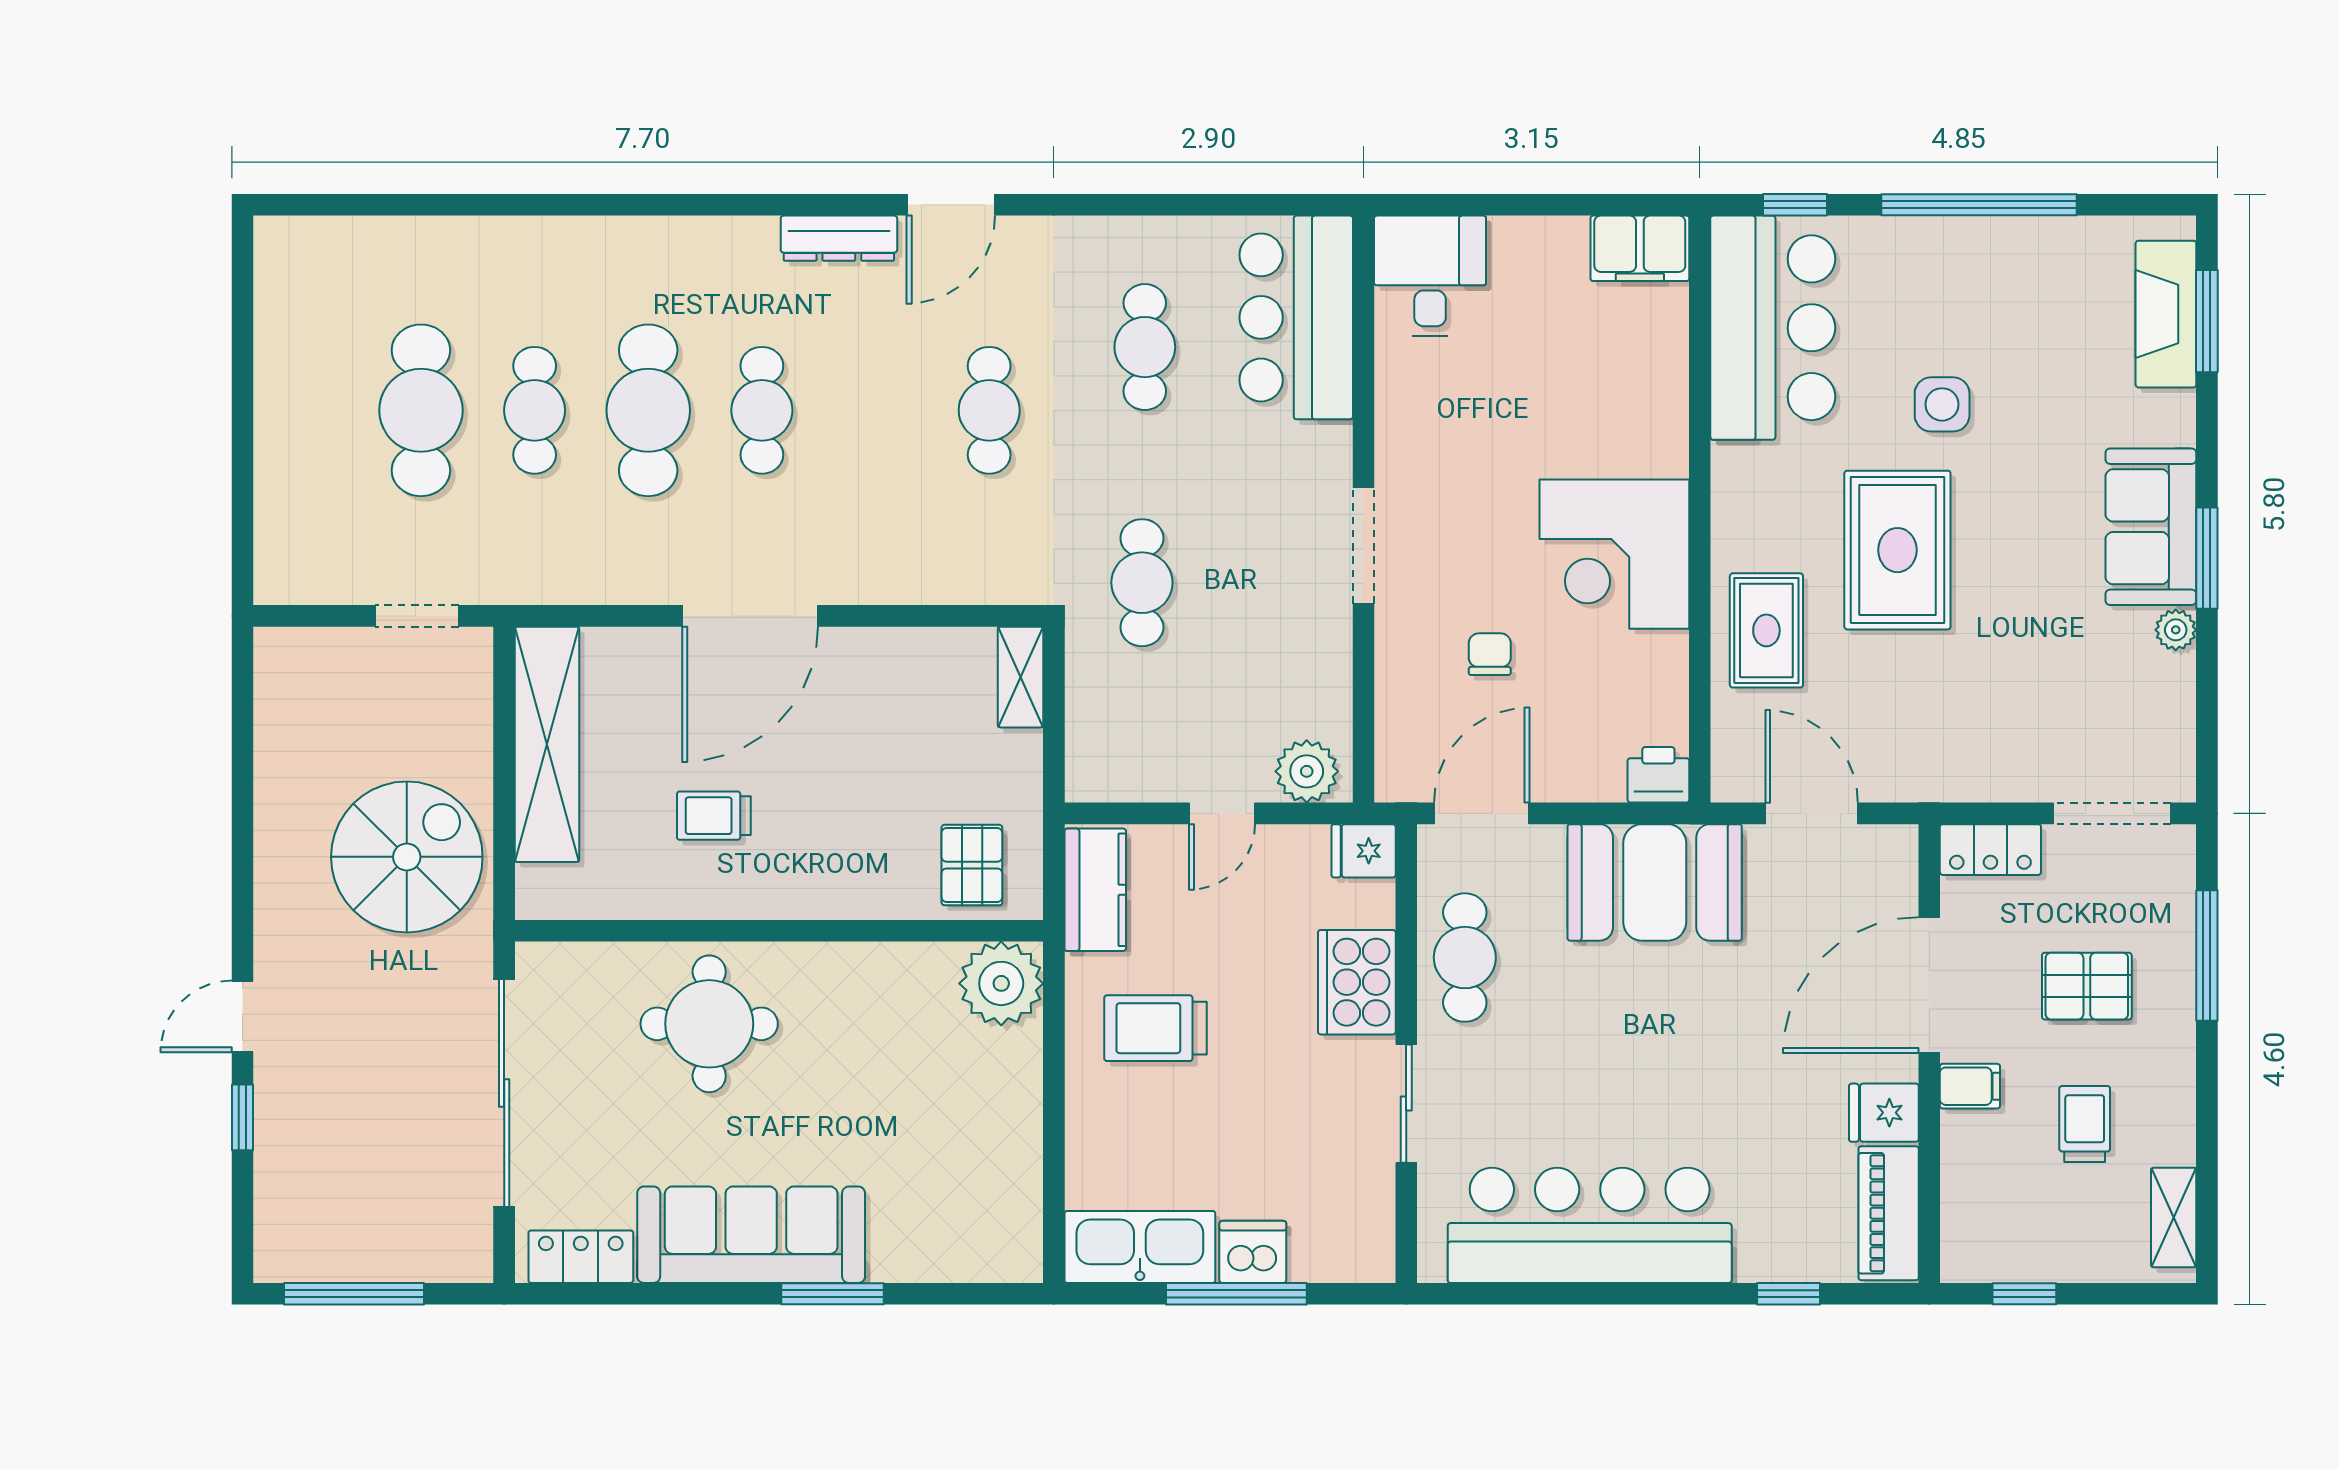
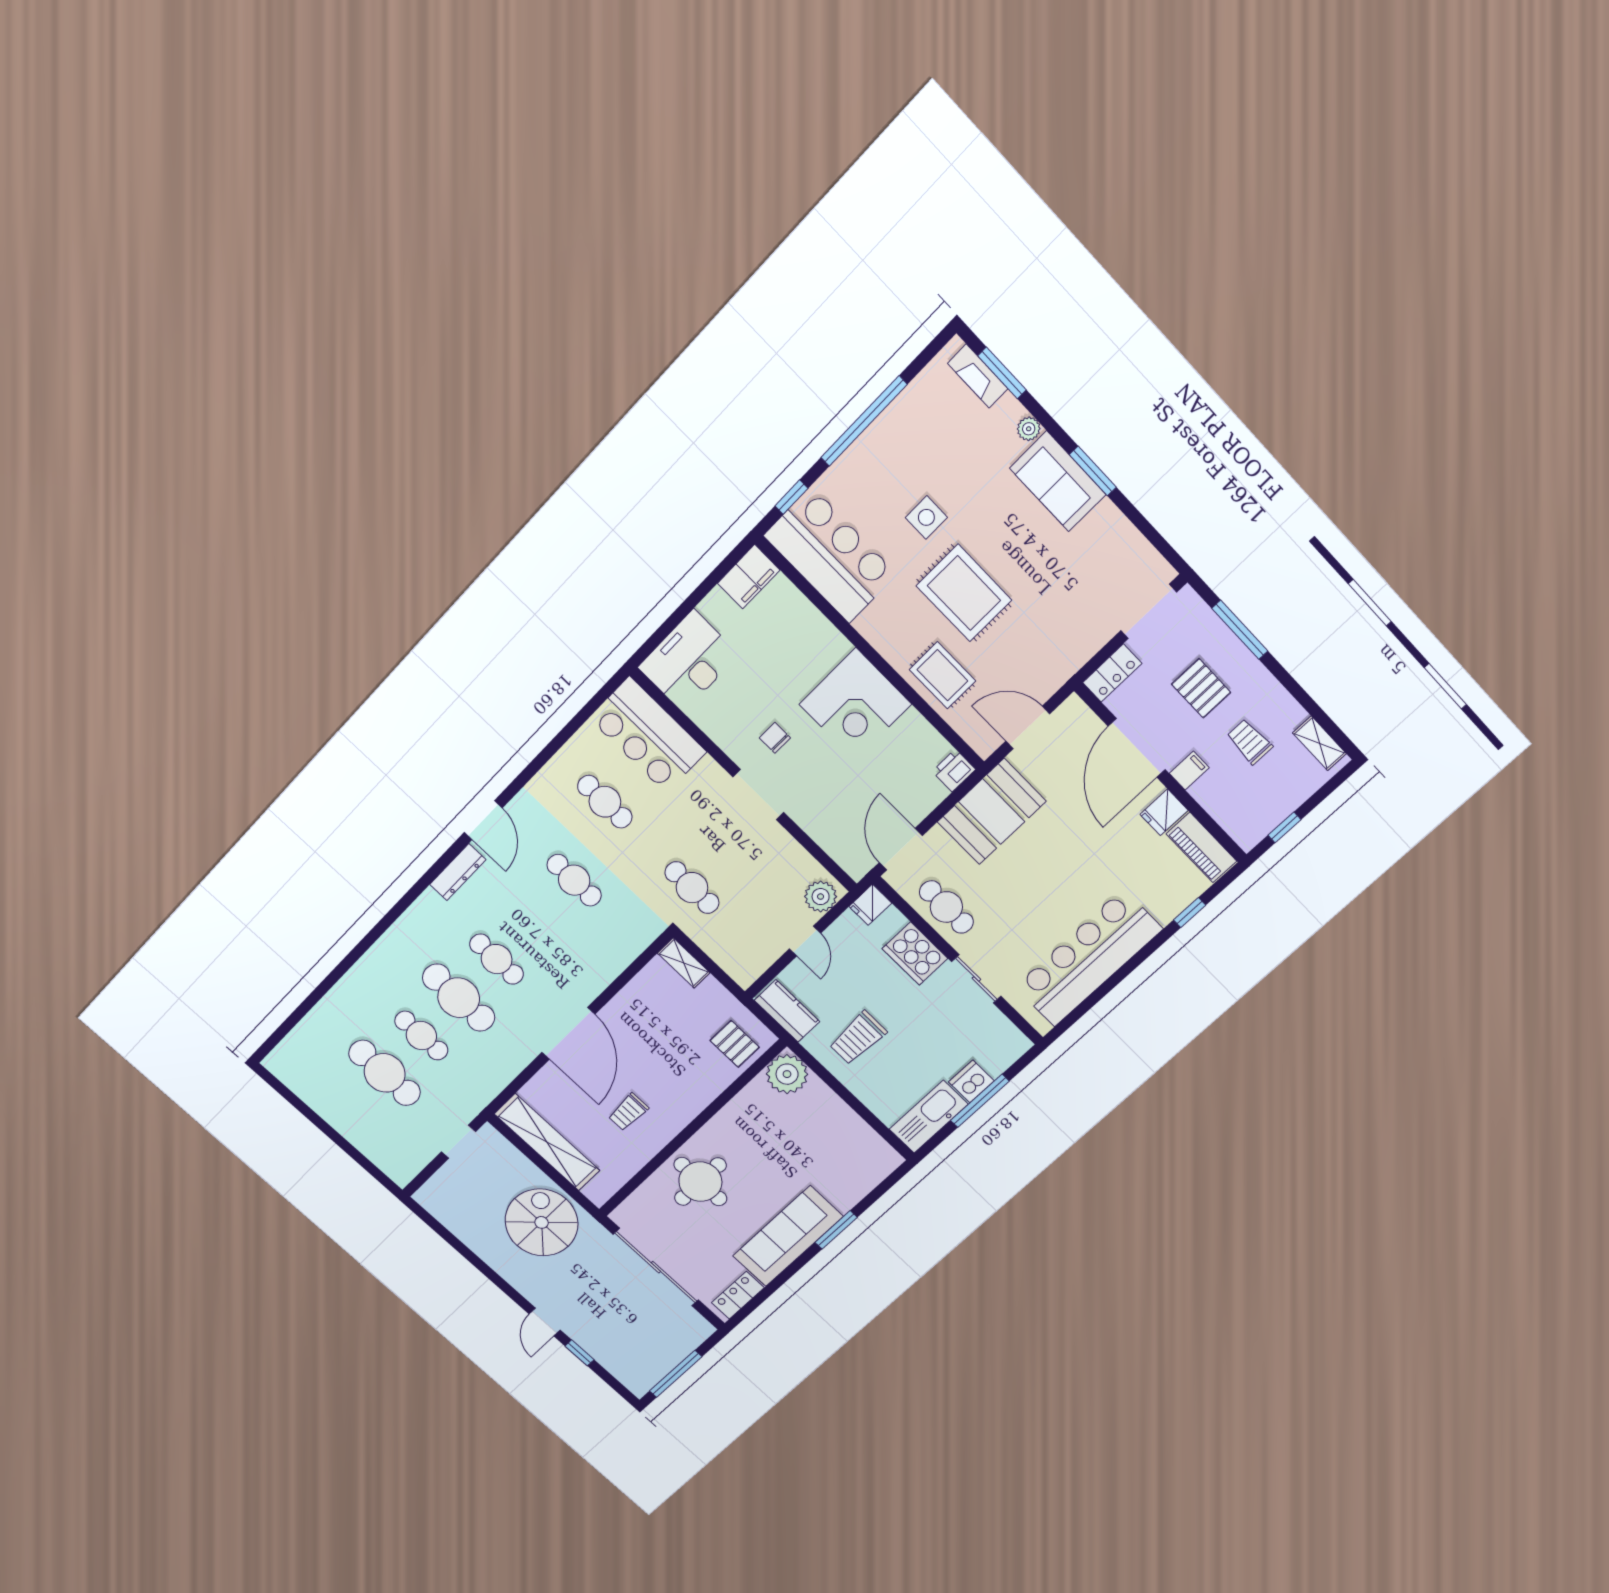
desk: (1430, 276) -> (688, 661), width x1.37
fireplace: (2166, 314) -> (978, 376), width x0.73, depth x0.76
plant: (2176, 630) -> (1029, 429), moved
chair: (1490, 654) -> (775, 738), moved
pallet: (2087, 986) -> (1201, 688), turned 90

